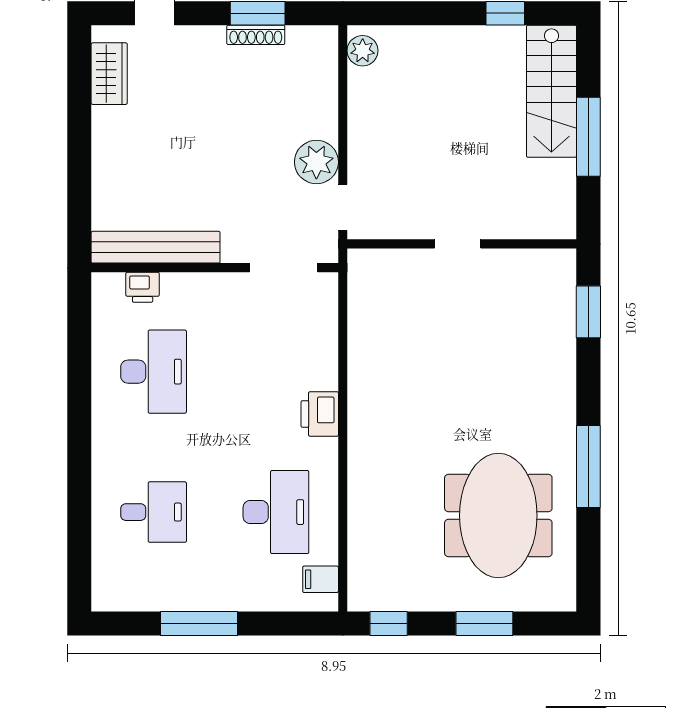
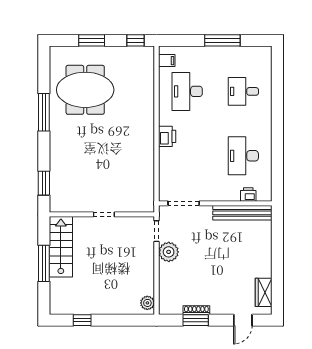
stairs: (551, 91) -> (61, 247), moved
meeting table: (498, 515) -> (85, 90), turned 90

